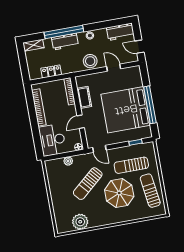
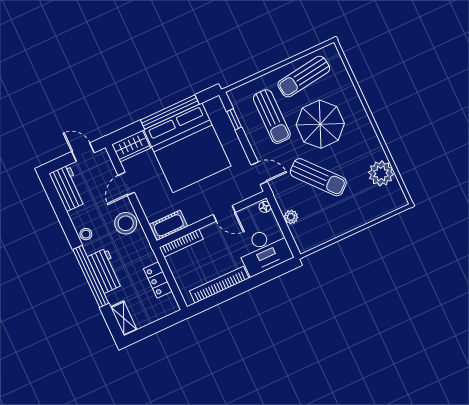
door: (139, 47) -> (83, 152), swing flipped
wardrobe: (135, 76) -> (131, 146), added
cot: (84, 97) -> (169, 225), moved
door: (99, 149) -> (259, 173), hinge flipped

